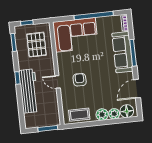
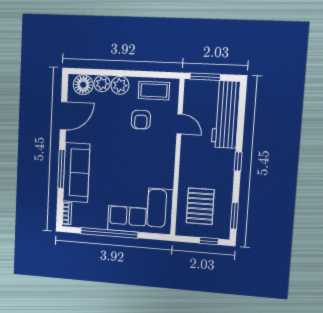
armchair: (80, 80) -> (141, 120), moved
door: (58, 82) -> (179, 124), moved
workbench: (29, 91) -> (226, 114), moved

